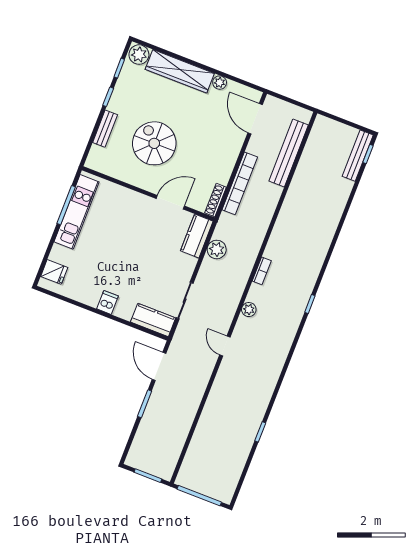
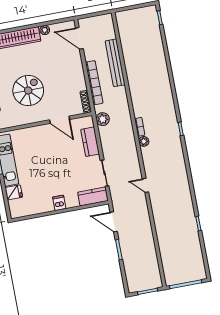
spiral stairs: (154, 143) -> (28, 91), turned 90
bench: (289, 153) -> (115, 63), moved
bench: (358, 156) -> (154, 22), removed
door: (170, 202) -> (60, 120), swing flipped
kitchen counter: (197, 236) -> (90, 142), moved
plant: (217, 249) -> (103, 119), moved
fridge: (54, 272) -> (14, 192), moved
plant: (249, 310) -> (144, 141), moved

